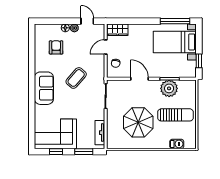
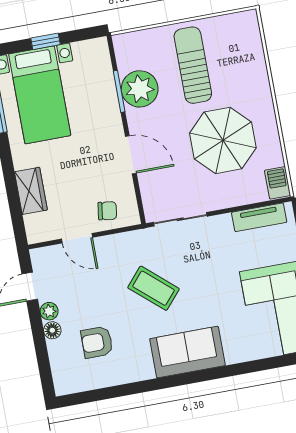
wardrobe: (118, 30) -> (31, 191), moved
window: (199, 61) -> (46, 41), moved
door: (139, 79) -> (131, 155), swing flipped
barbecue: (177, 144) -> (278, 183), moved

